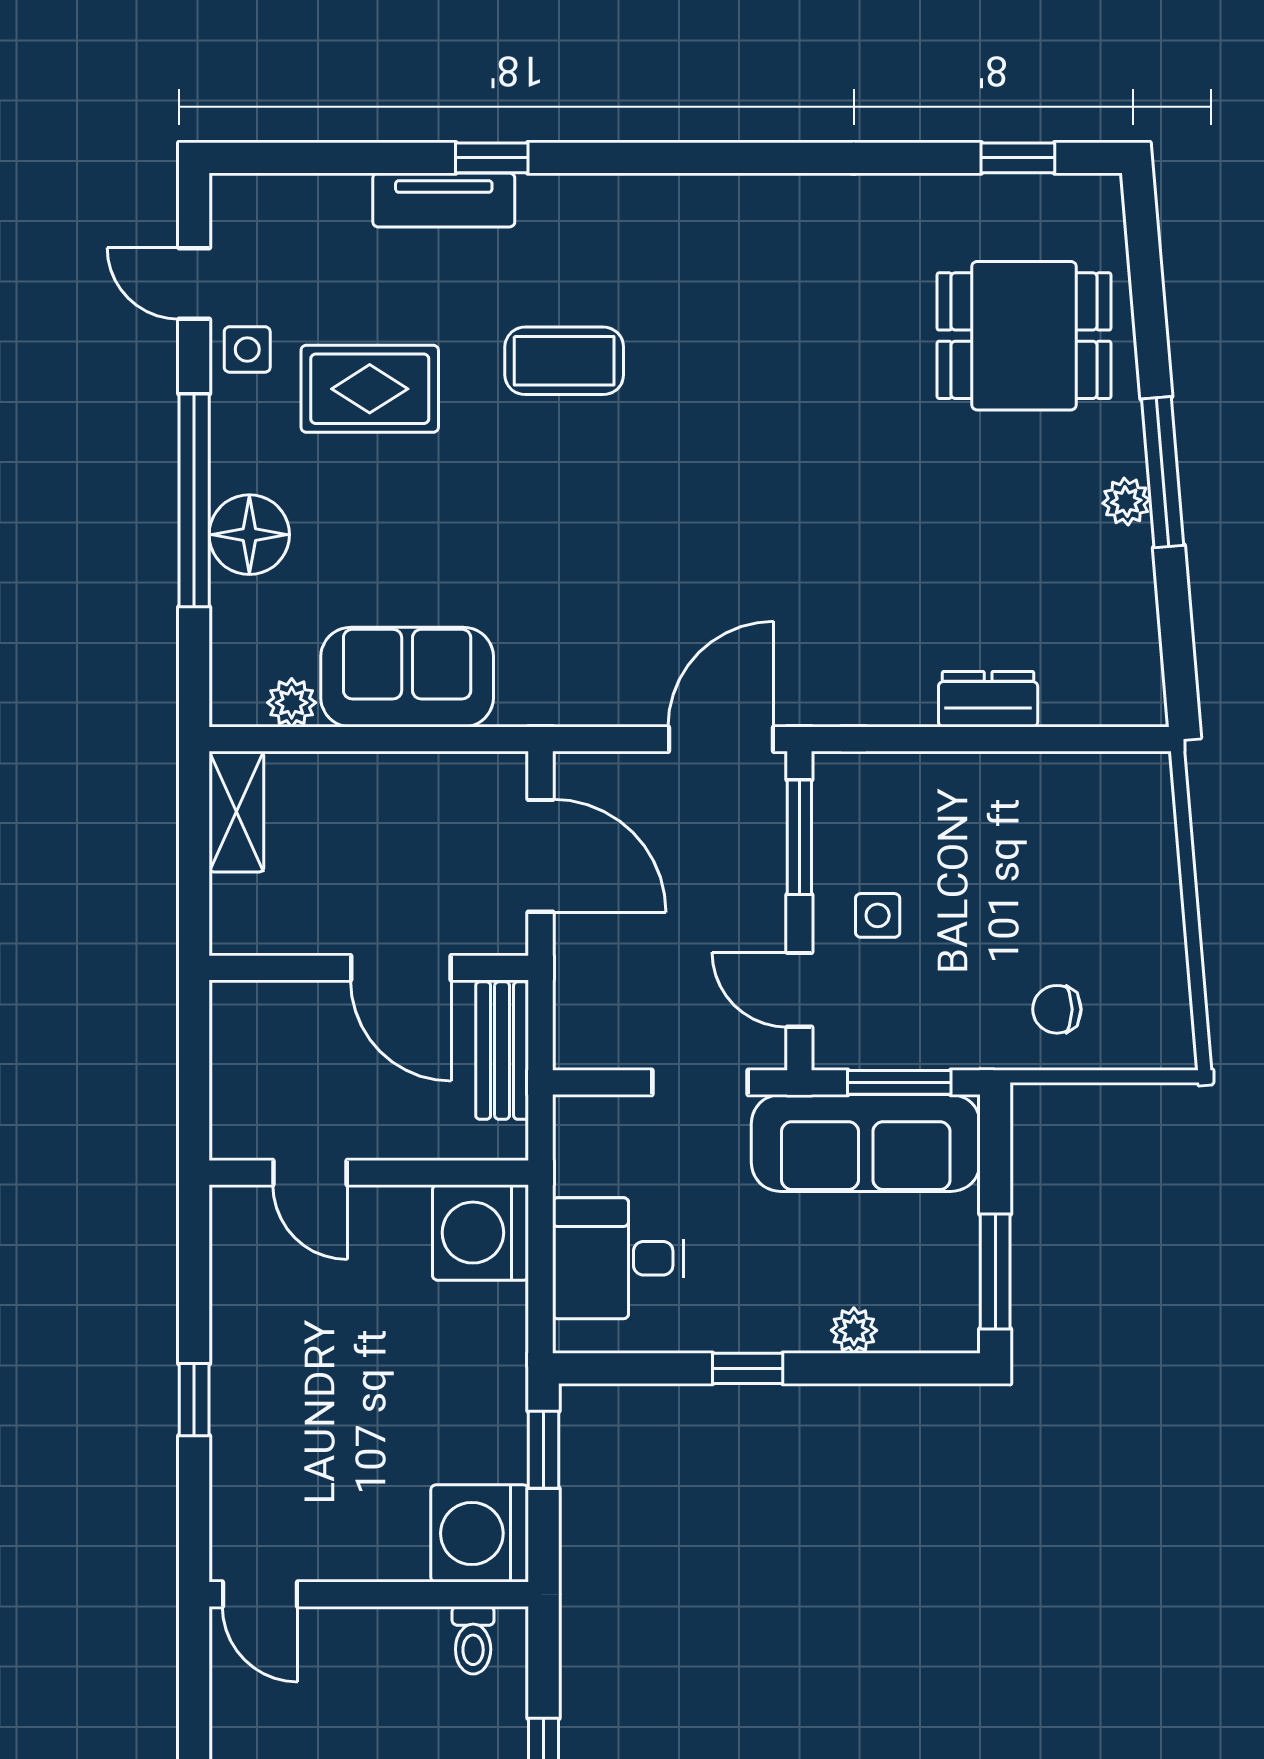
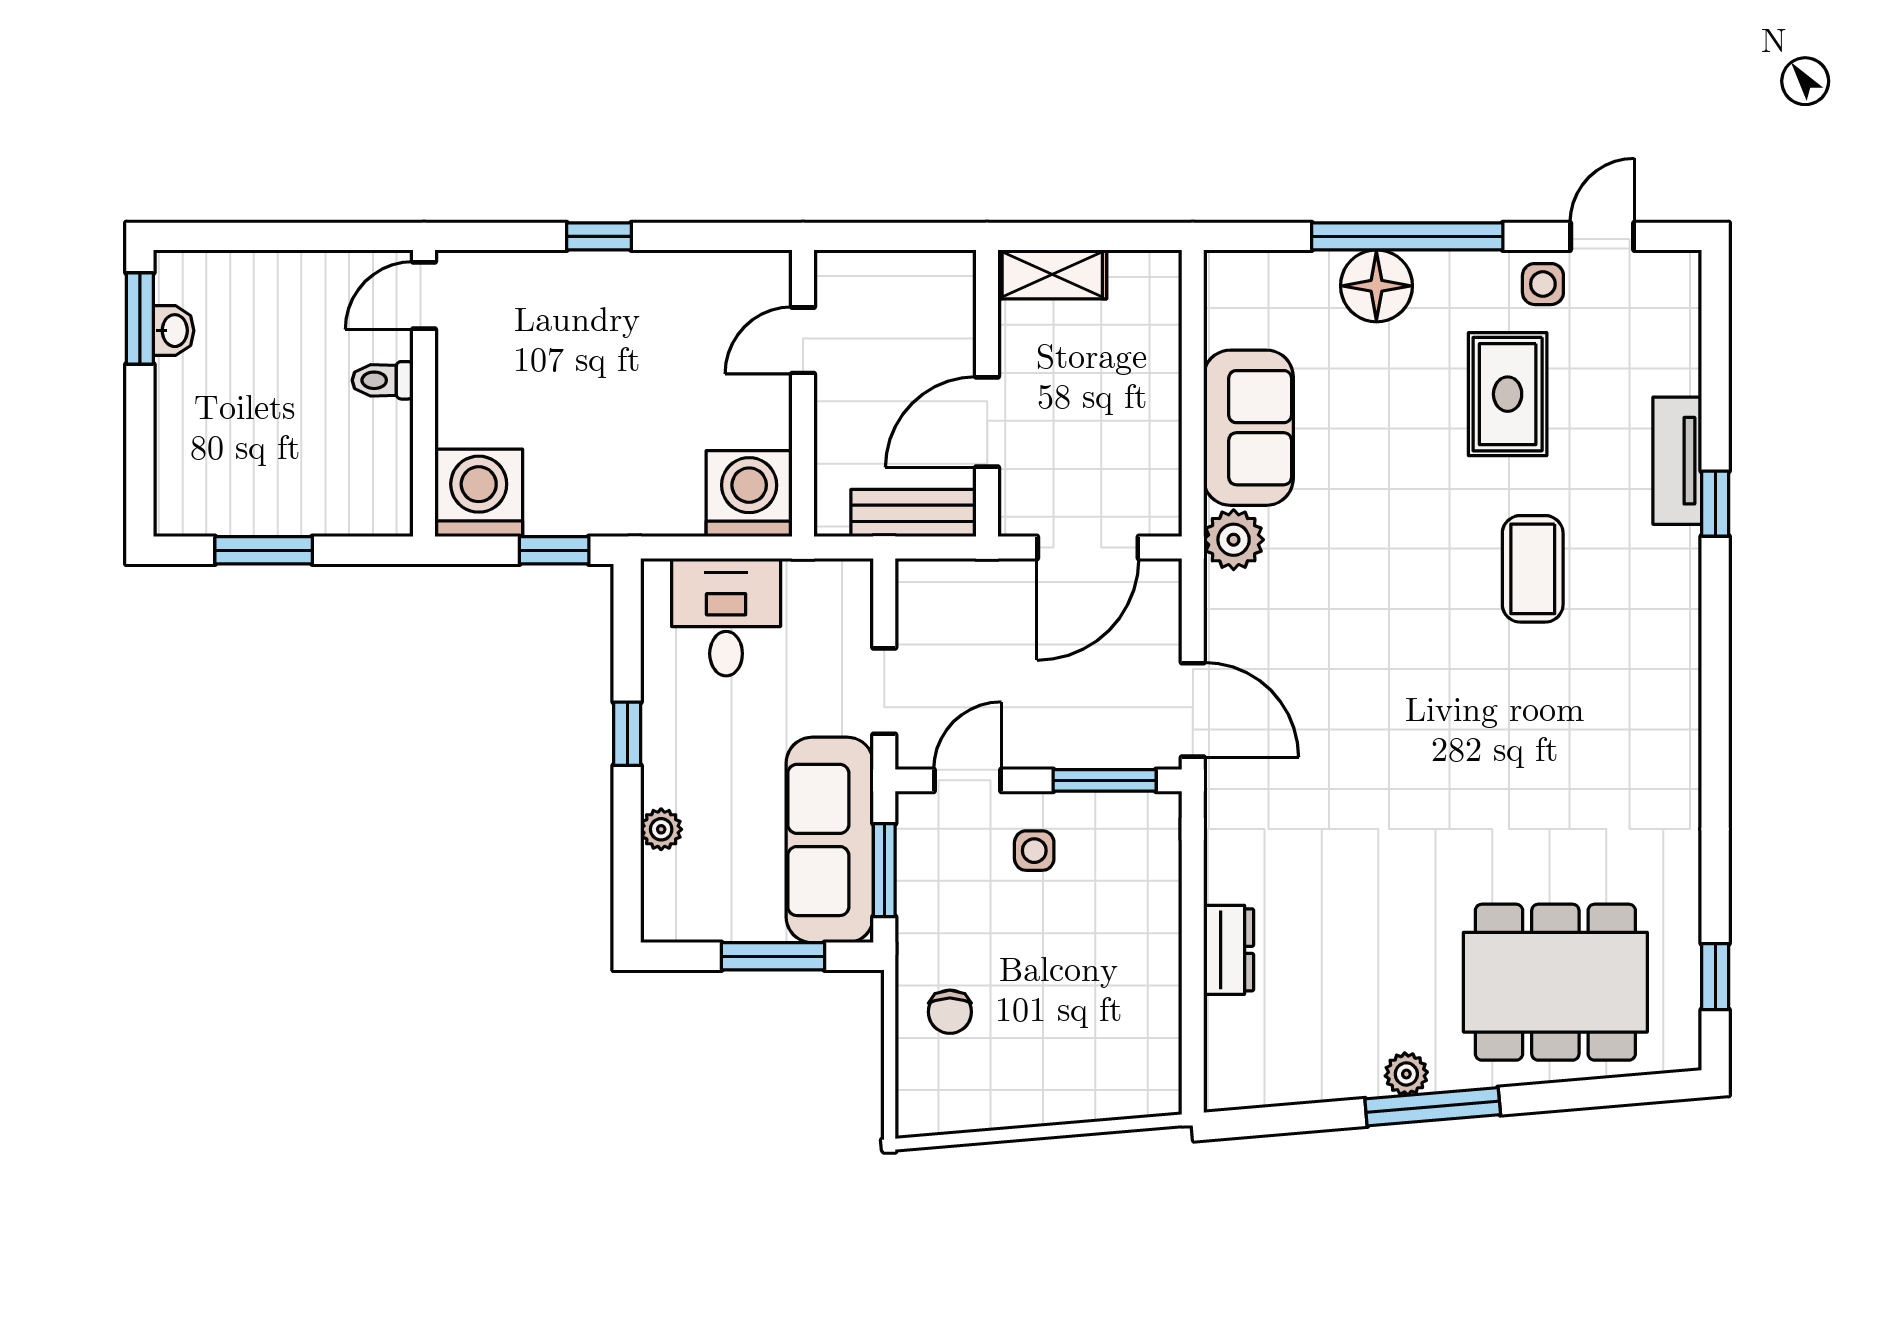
dining table: (1024, 336) -> (1555, 982), width x1.38
plant: (292, 703) -> (1234, 540), moved, width x1.38, depth x1.38
shelving: (236, 812) -> (1052, 274), moved
chair: (1057, 1009) -> (950, 1012), turned 180
window: (995, 1271) -> (773, 956), moved
toilet: (473, 1640) -> (383, 380), moved

